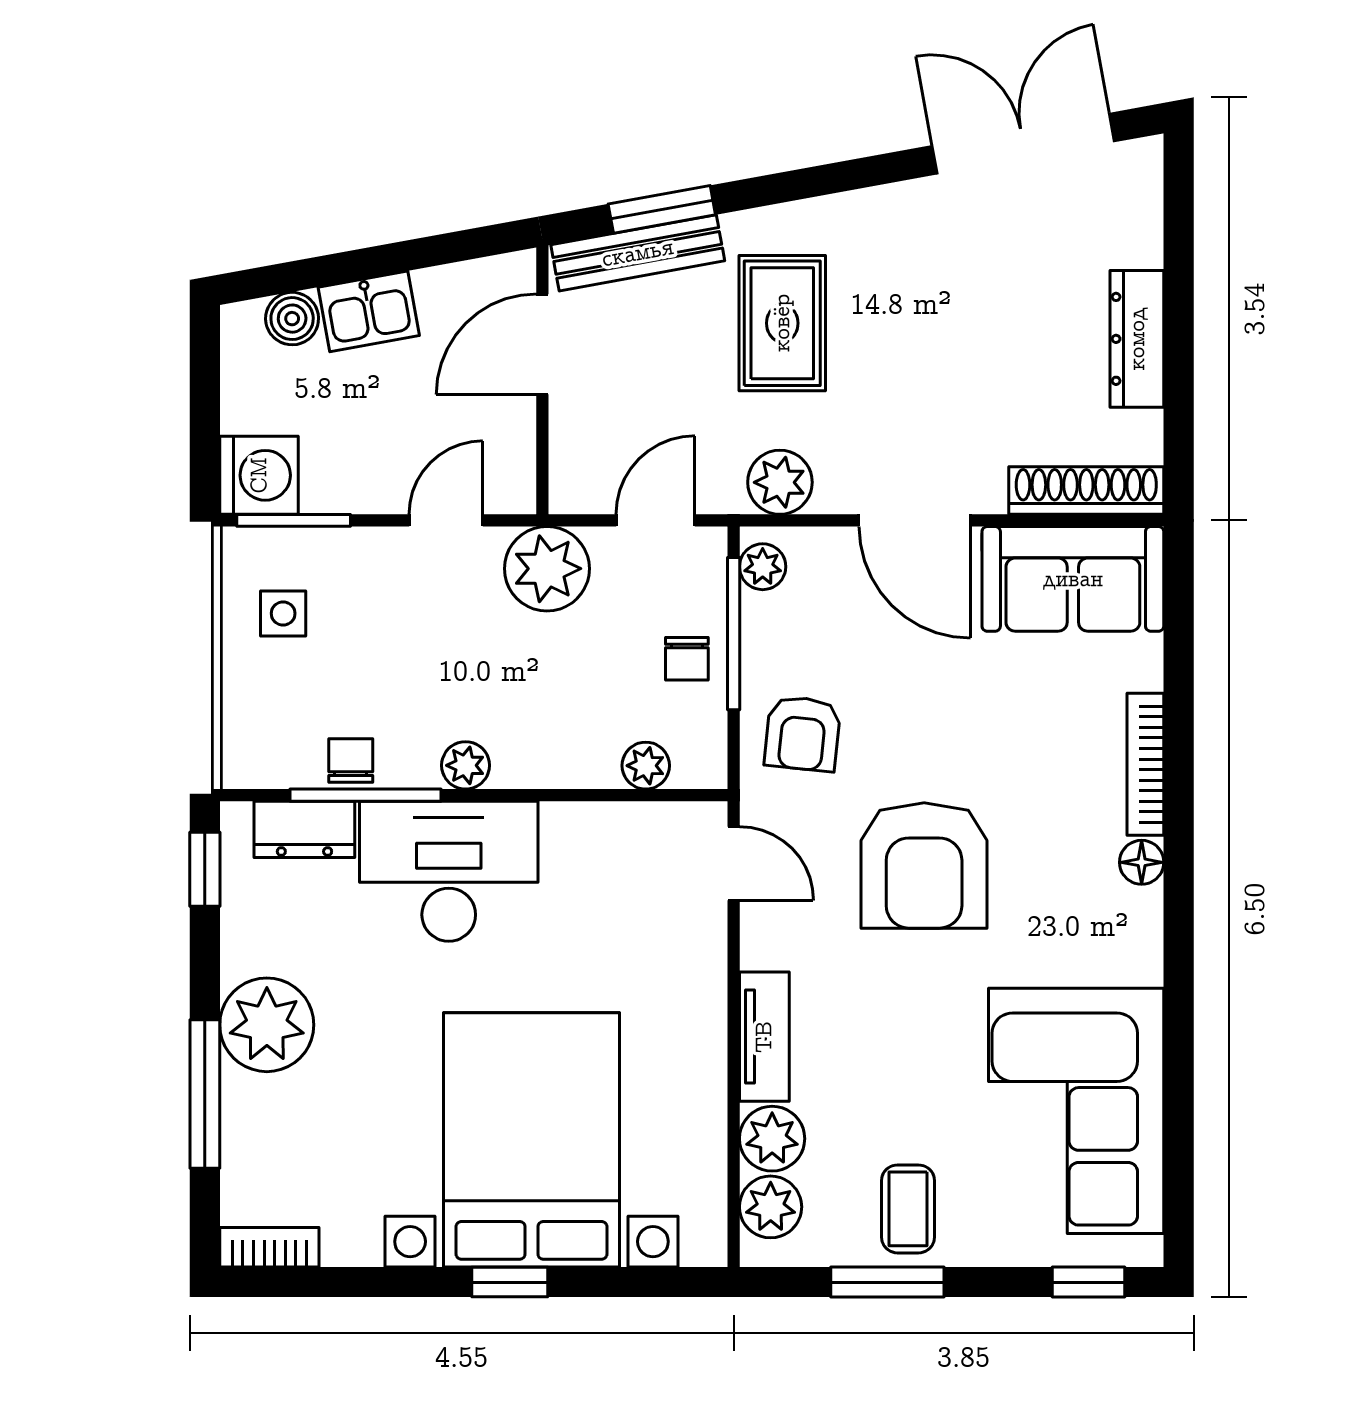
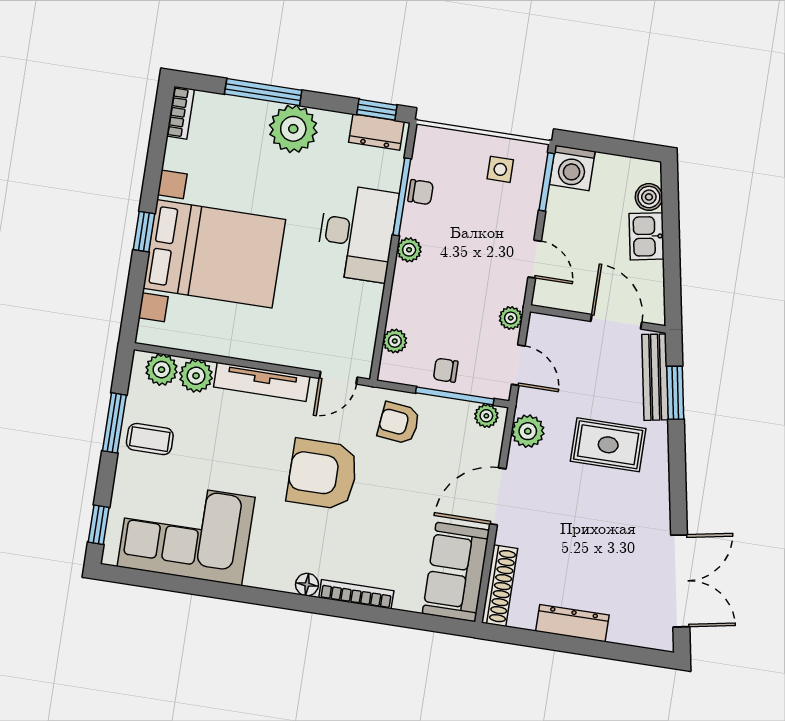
plant: (547, 569) -> (511, 318), width x0.53, depth x0.53
dresser: (304, 829) -> (376, 132), moved, turned -90
tv unit: (764, 1037) -> (262, 382), width x1.41

